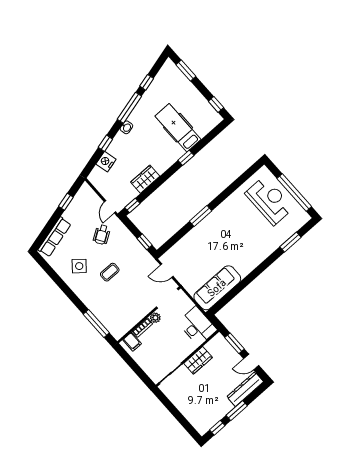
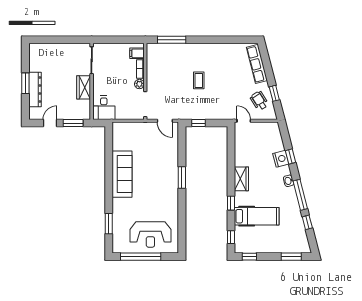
nightstand: (106, 162) -> (281, 159), moved
wardrobe: (145, 179) -> (241, 179), moved
window: (132, 205) -> (231, 237), moved
wheelchair: (102, 235) -> (259, 101), moved
side table: (79, 266) -> (222, 63), removed
door: (167, 271) -> (165, 121), swing flipped
sofa: (217, 288) -> (122, 174), moved
desk: (197, 326) -> (104, 108), width x0.73
dresser: (245, 389) -> (35, 89), moved
window: (217, 428) -> (25, 59), removed

